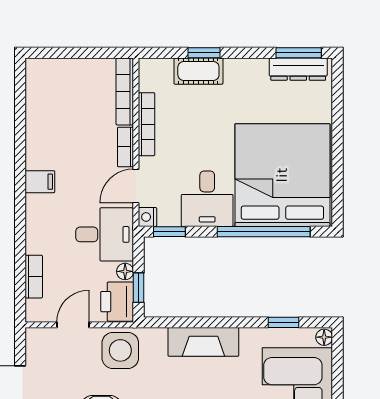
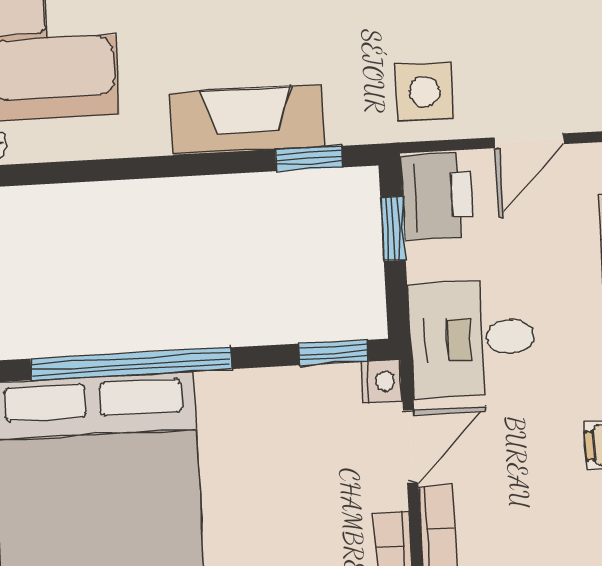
desk: (207, 199) -> (256, 428), removed
floor lamp: (125, 271) -> (424, 262), removed
window: (284, 322) -> (309, 159), moved
side table: (120, 350) -> (424, 91), width x0.73, depth x0.73

